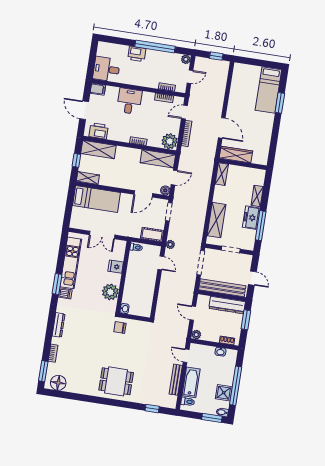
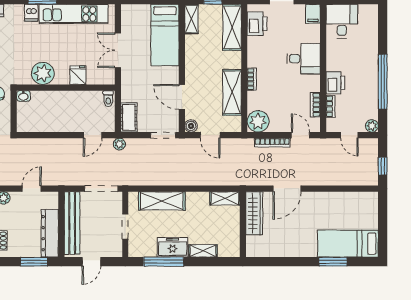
printer: (137, 54) -> (335, 83), moved, turned 180
shelving: (158, 159) -> (232, 92), moved

